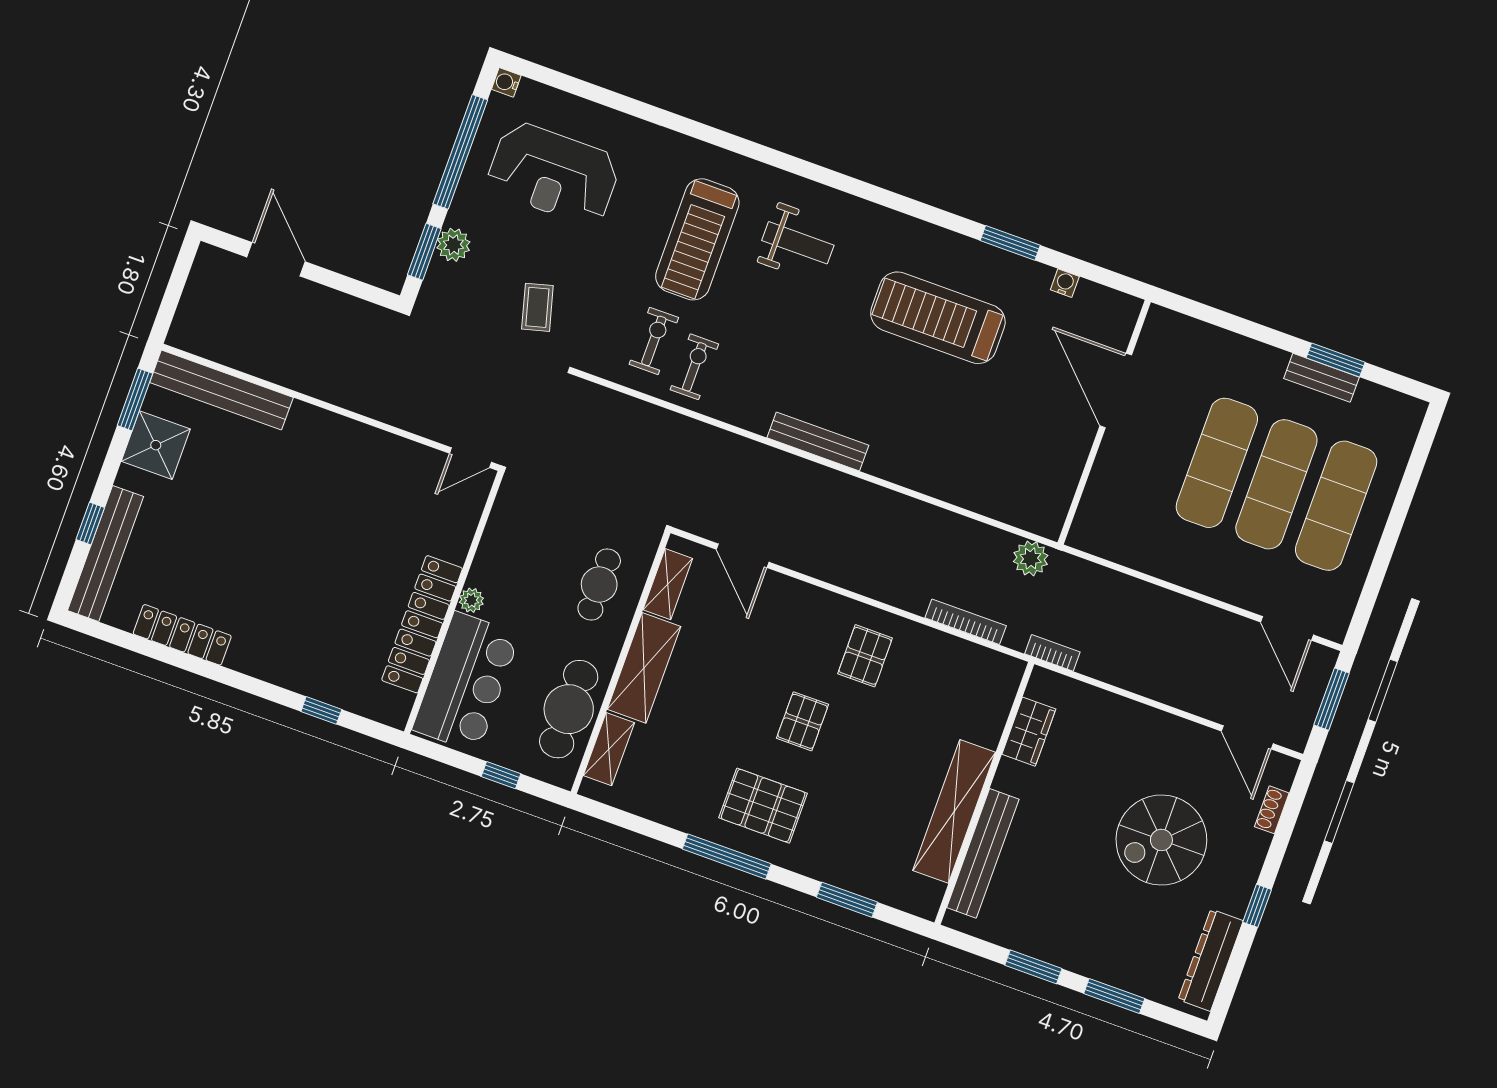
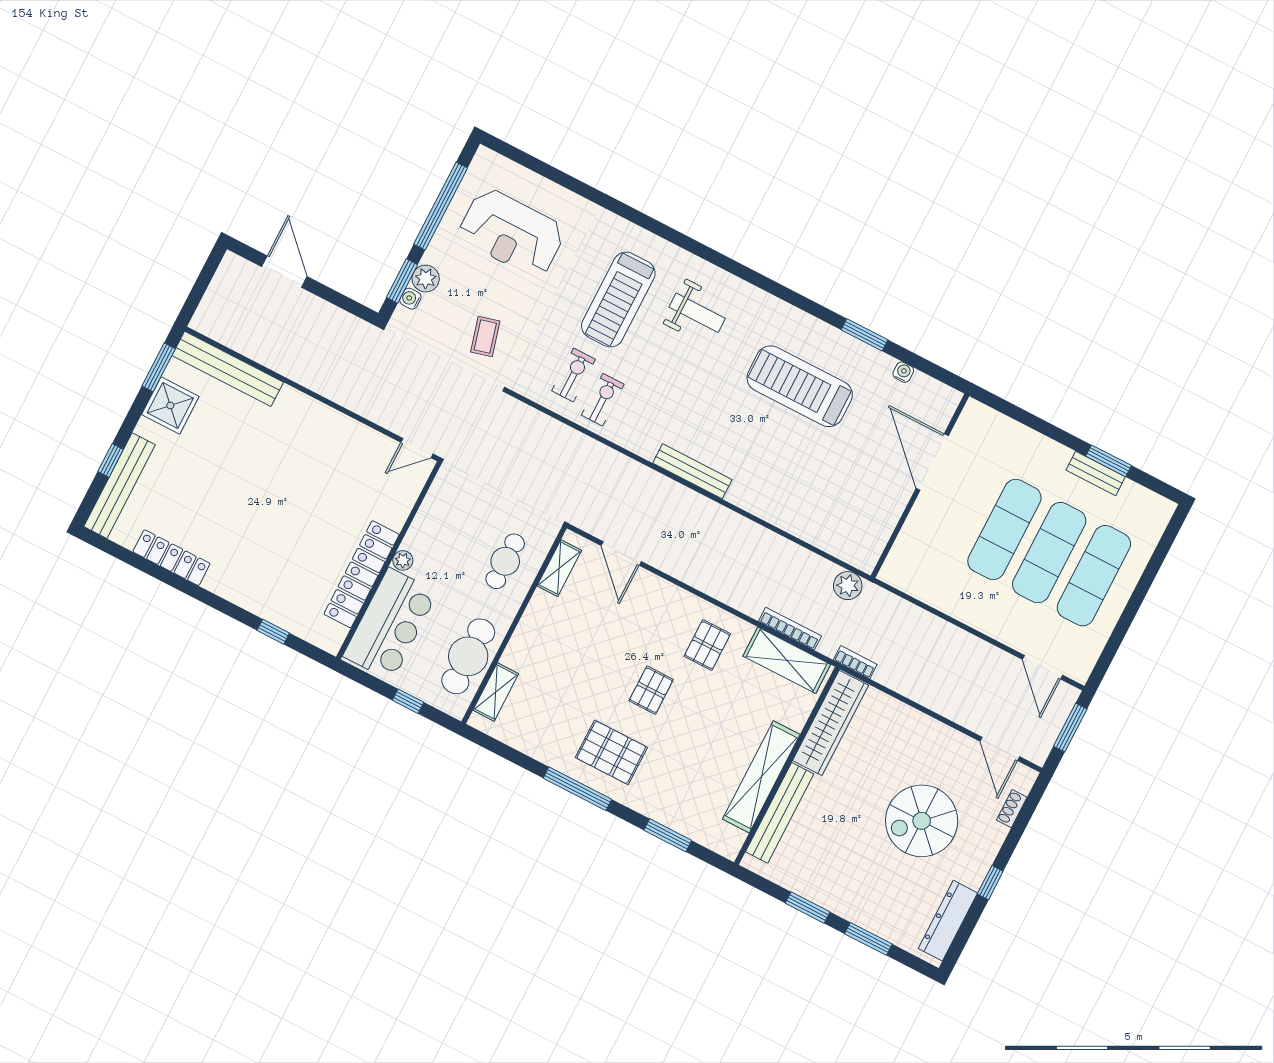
water cooler: (506, 82) -> (410, 299), moved
shelving: (644, 668) -> (787, 660), moved, turned 90
wardrobe: (1029, 732) -> (830, 723), width x2.10, depth x1.17

